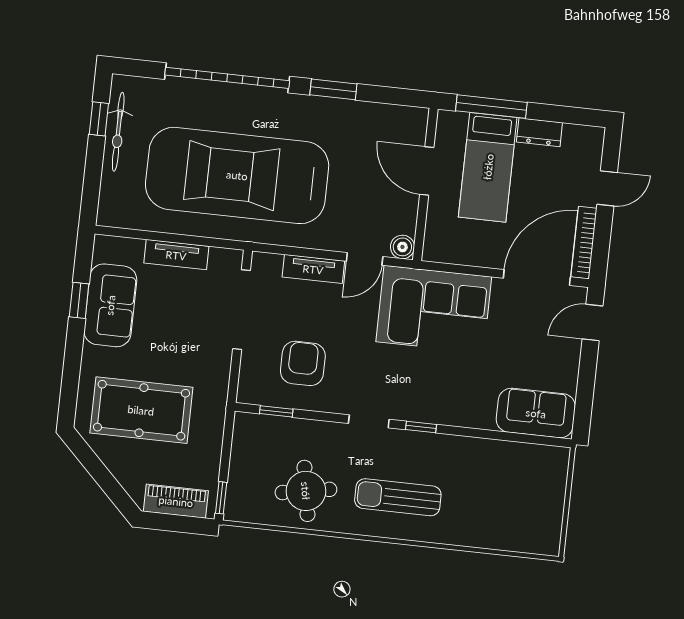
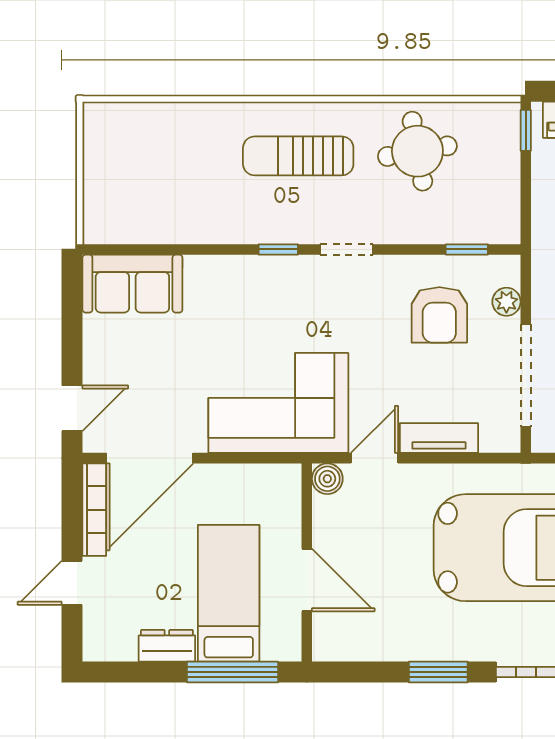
plant: (250, 368) -> (506, 302), added
sun lounger: (398, 497) -> (298, 156), turned 180

